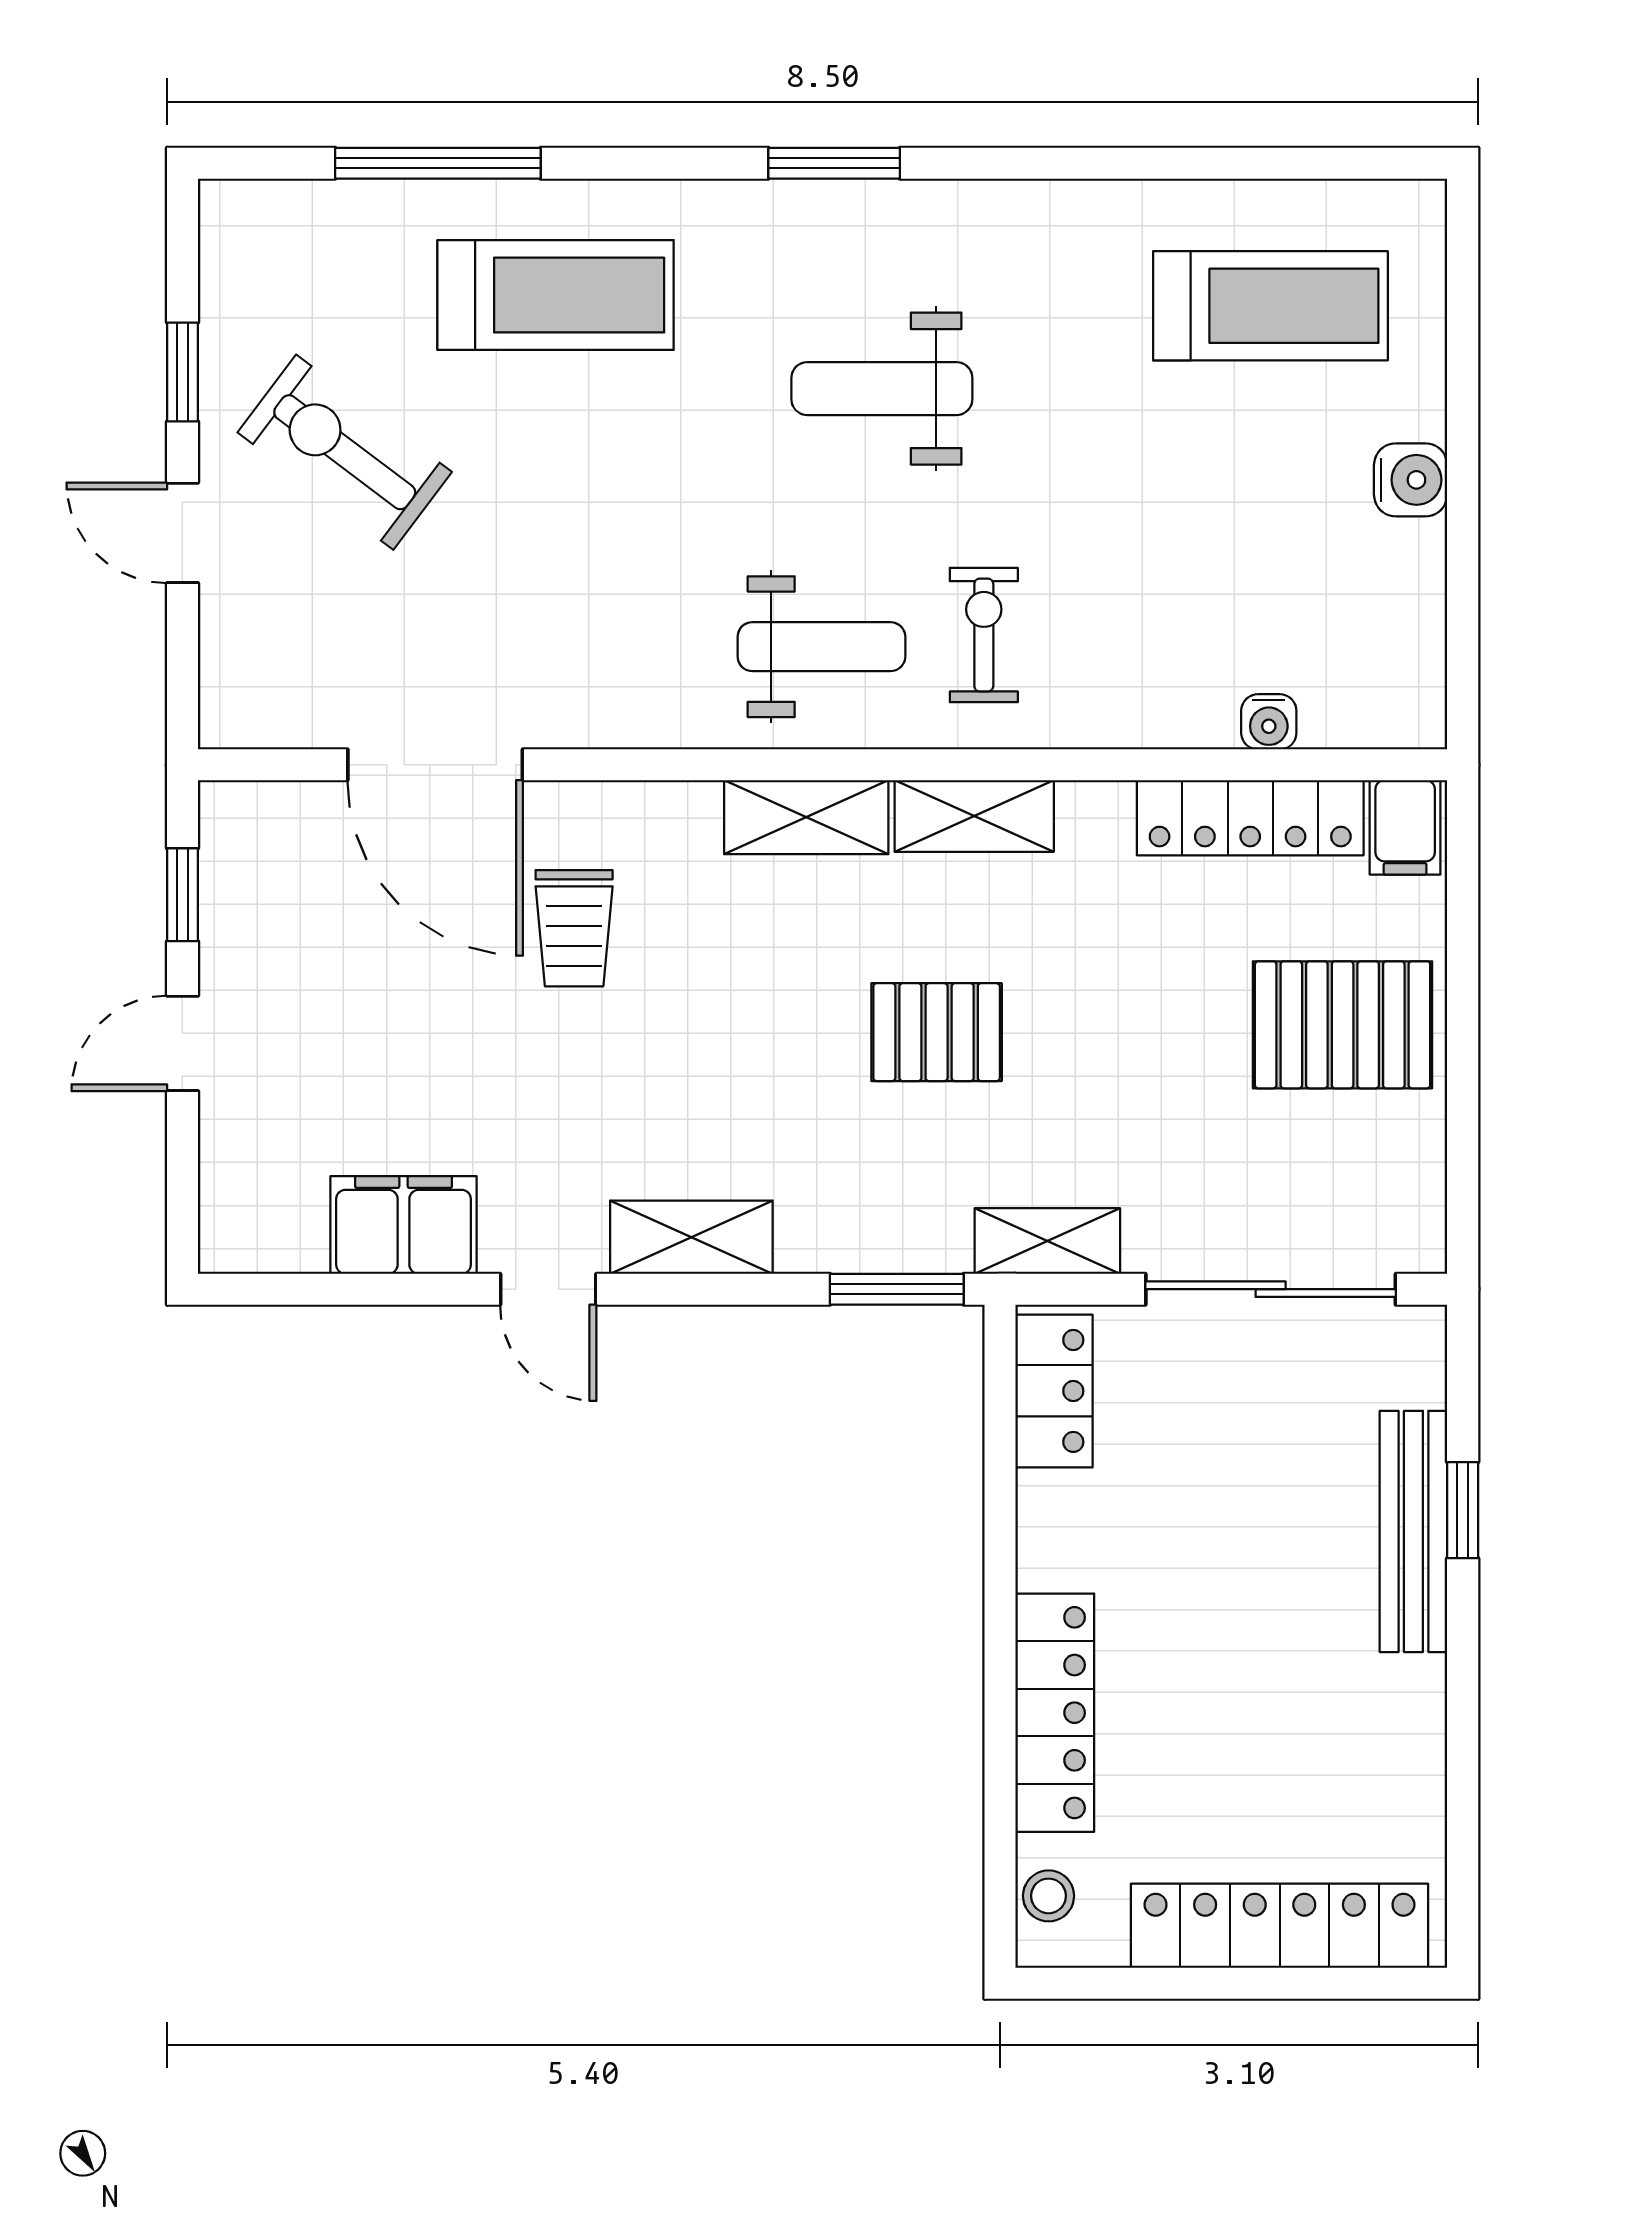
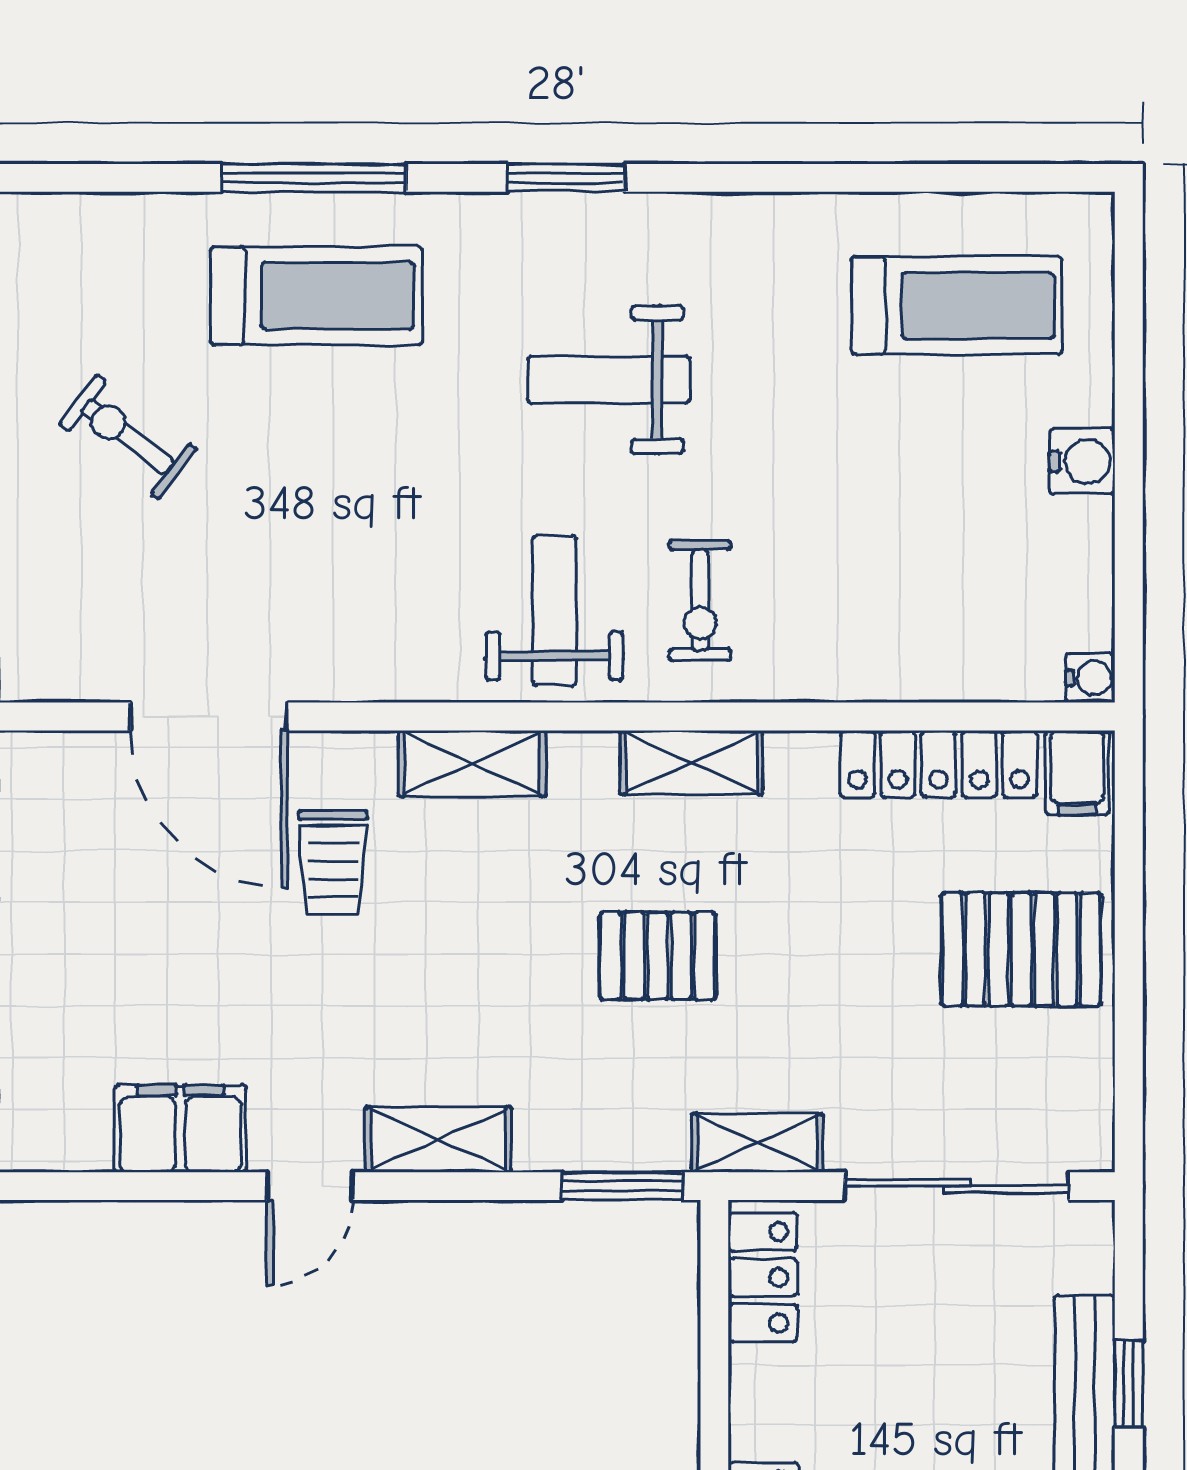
window: (438, 163) -> (314, 178), moved
exercise bike: (345, 452) -> (128, 437), width x0.73, depth x0.72
exercise bike: (984, 635) -> (700, 600), turned 180
weight bench: (821, 647) -> (555, 611), turned -90
water cooler: (1269, 722) -> (1090, 678), moved, turned -90
shelving: (806, 817) -> (472, 763), moved
door: (548, 1289) -> (310, 1186), hinge flipped

